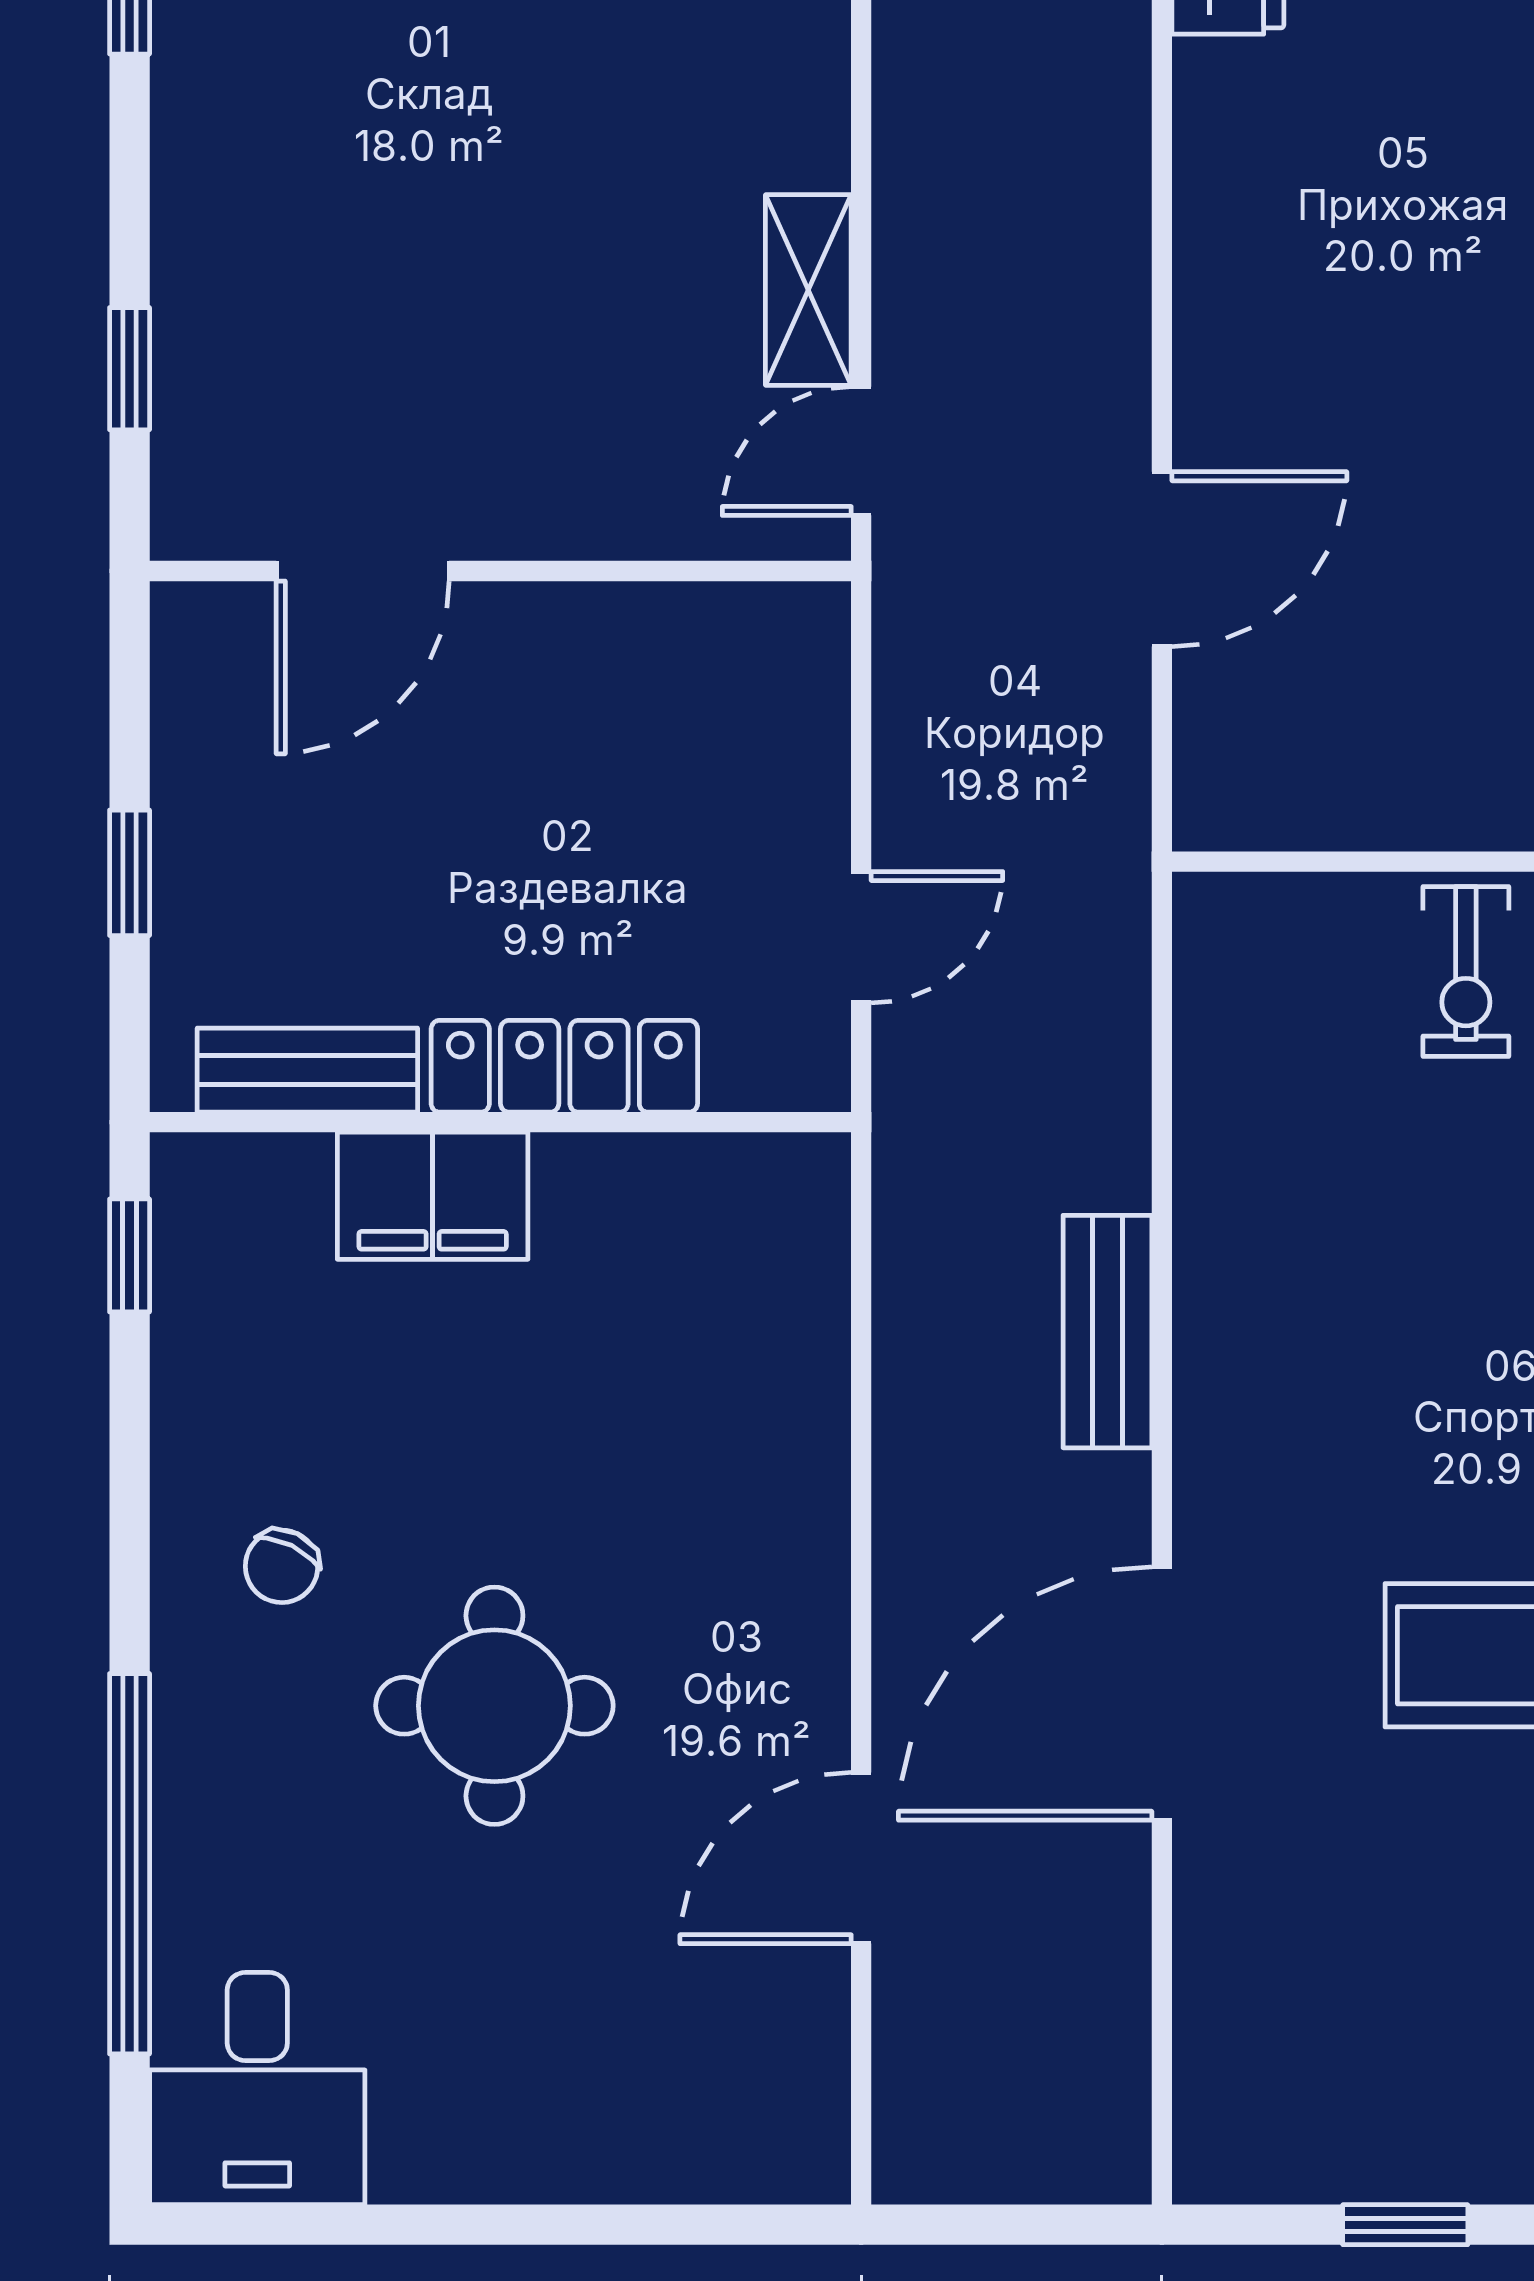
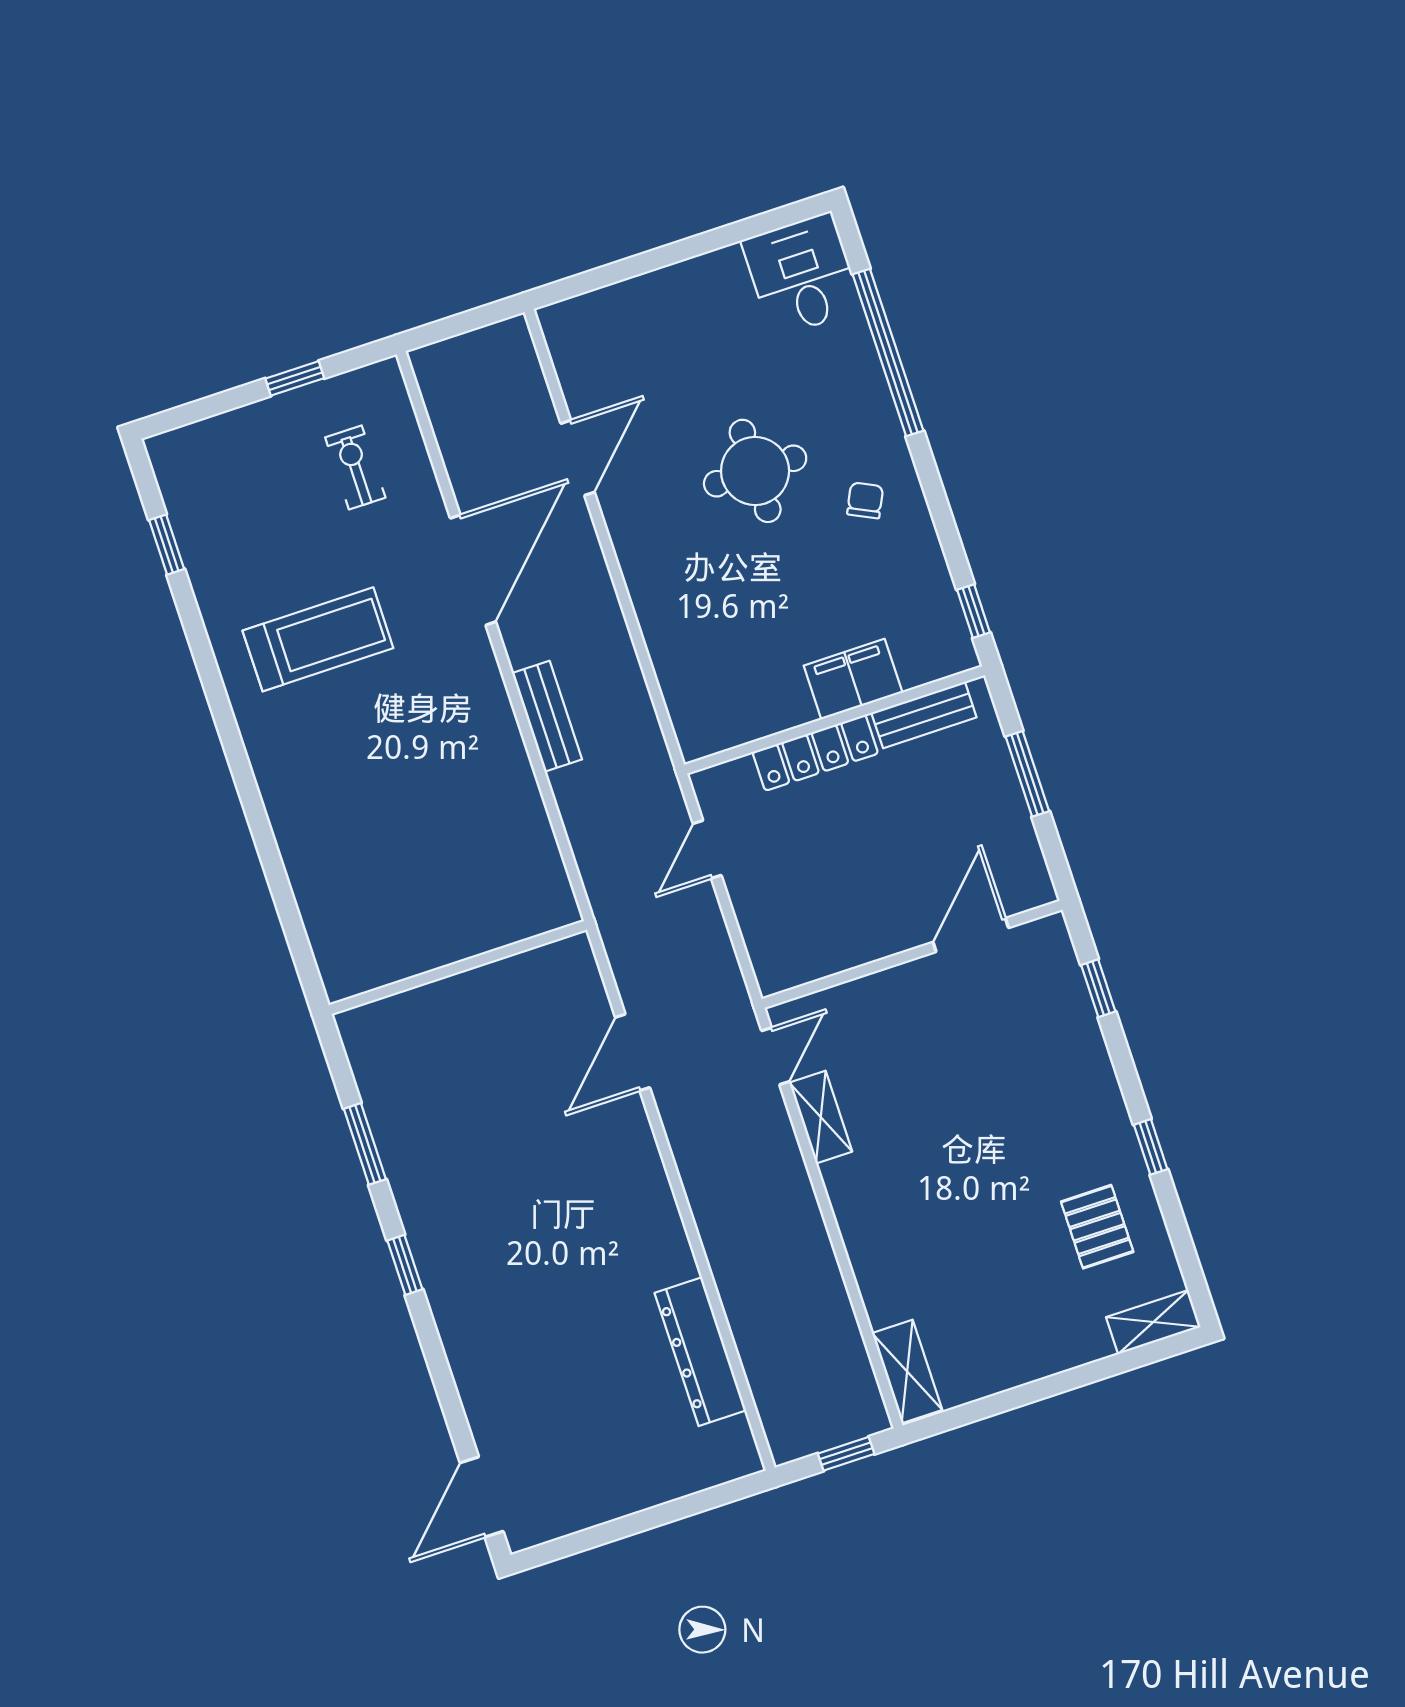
window: (130, 873) -> (1027, 774), width x1.50
exercise bike: (1466, 971) -> (355, 467), moved

